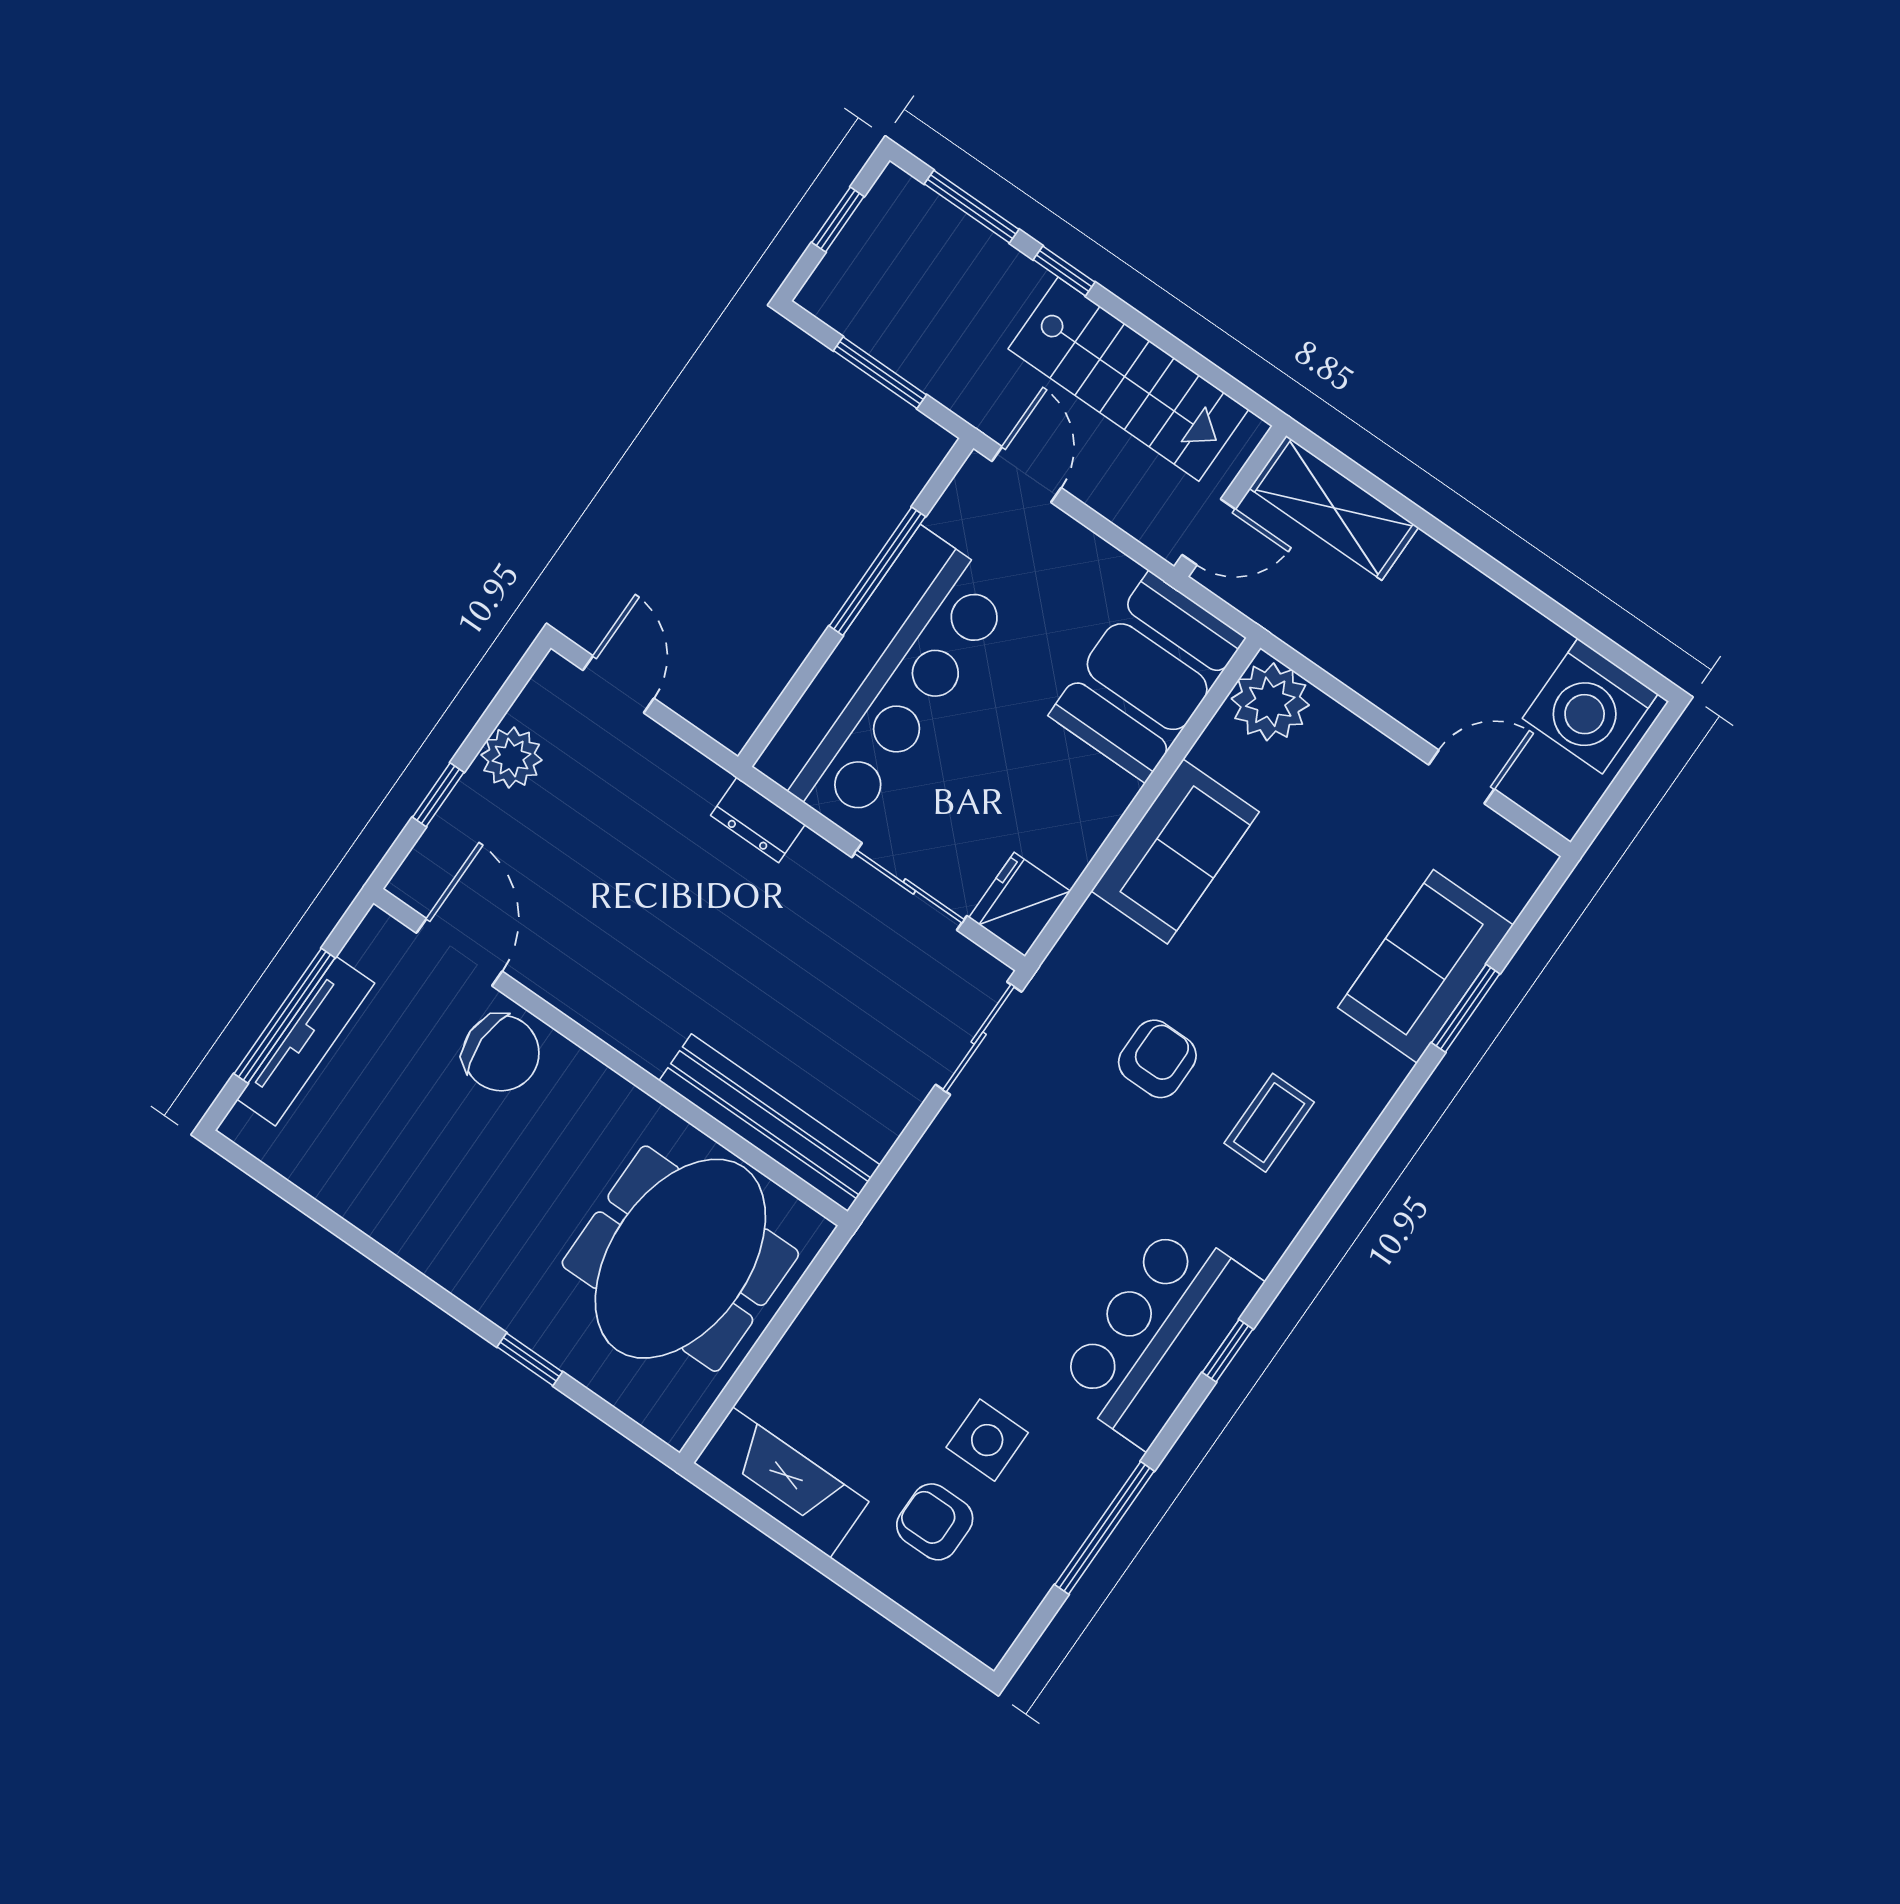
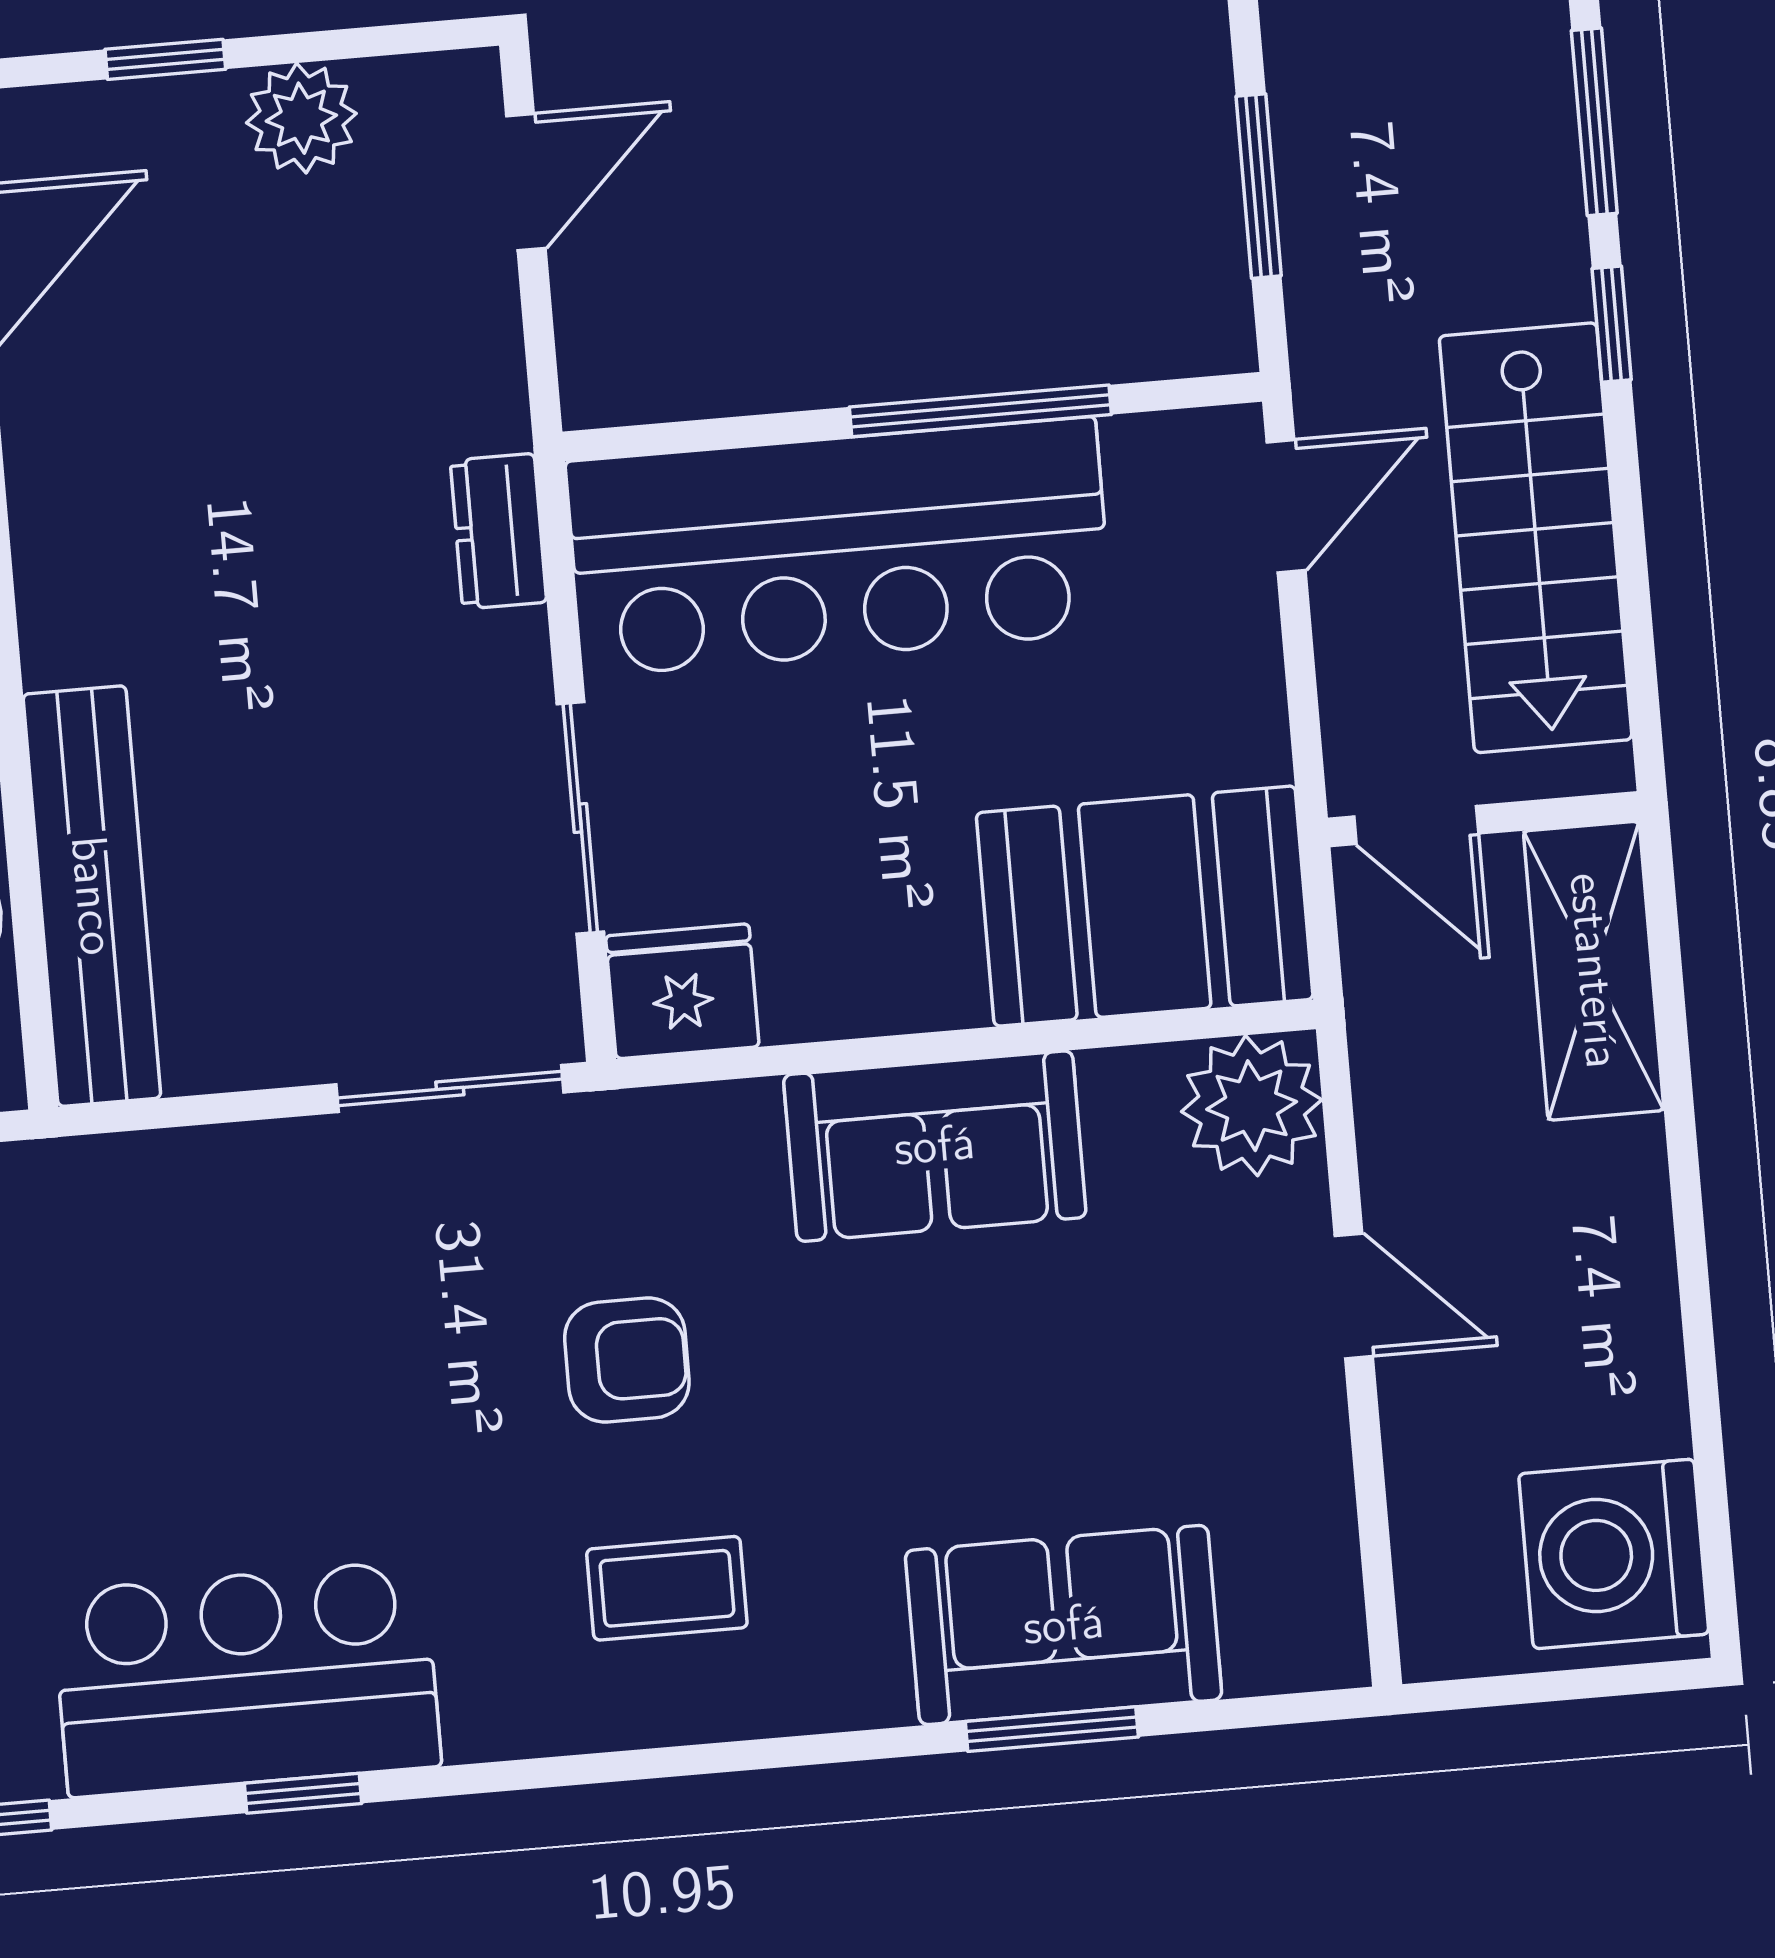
door: (1461, 777) -> (1354, 1296), moved

